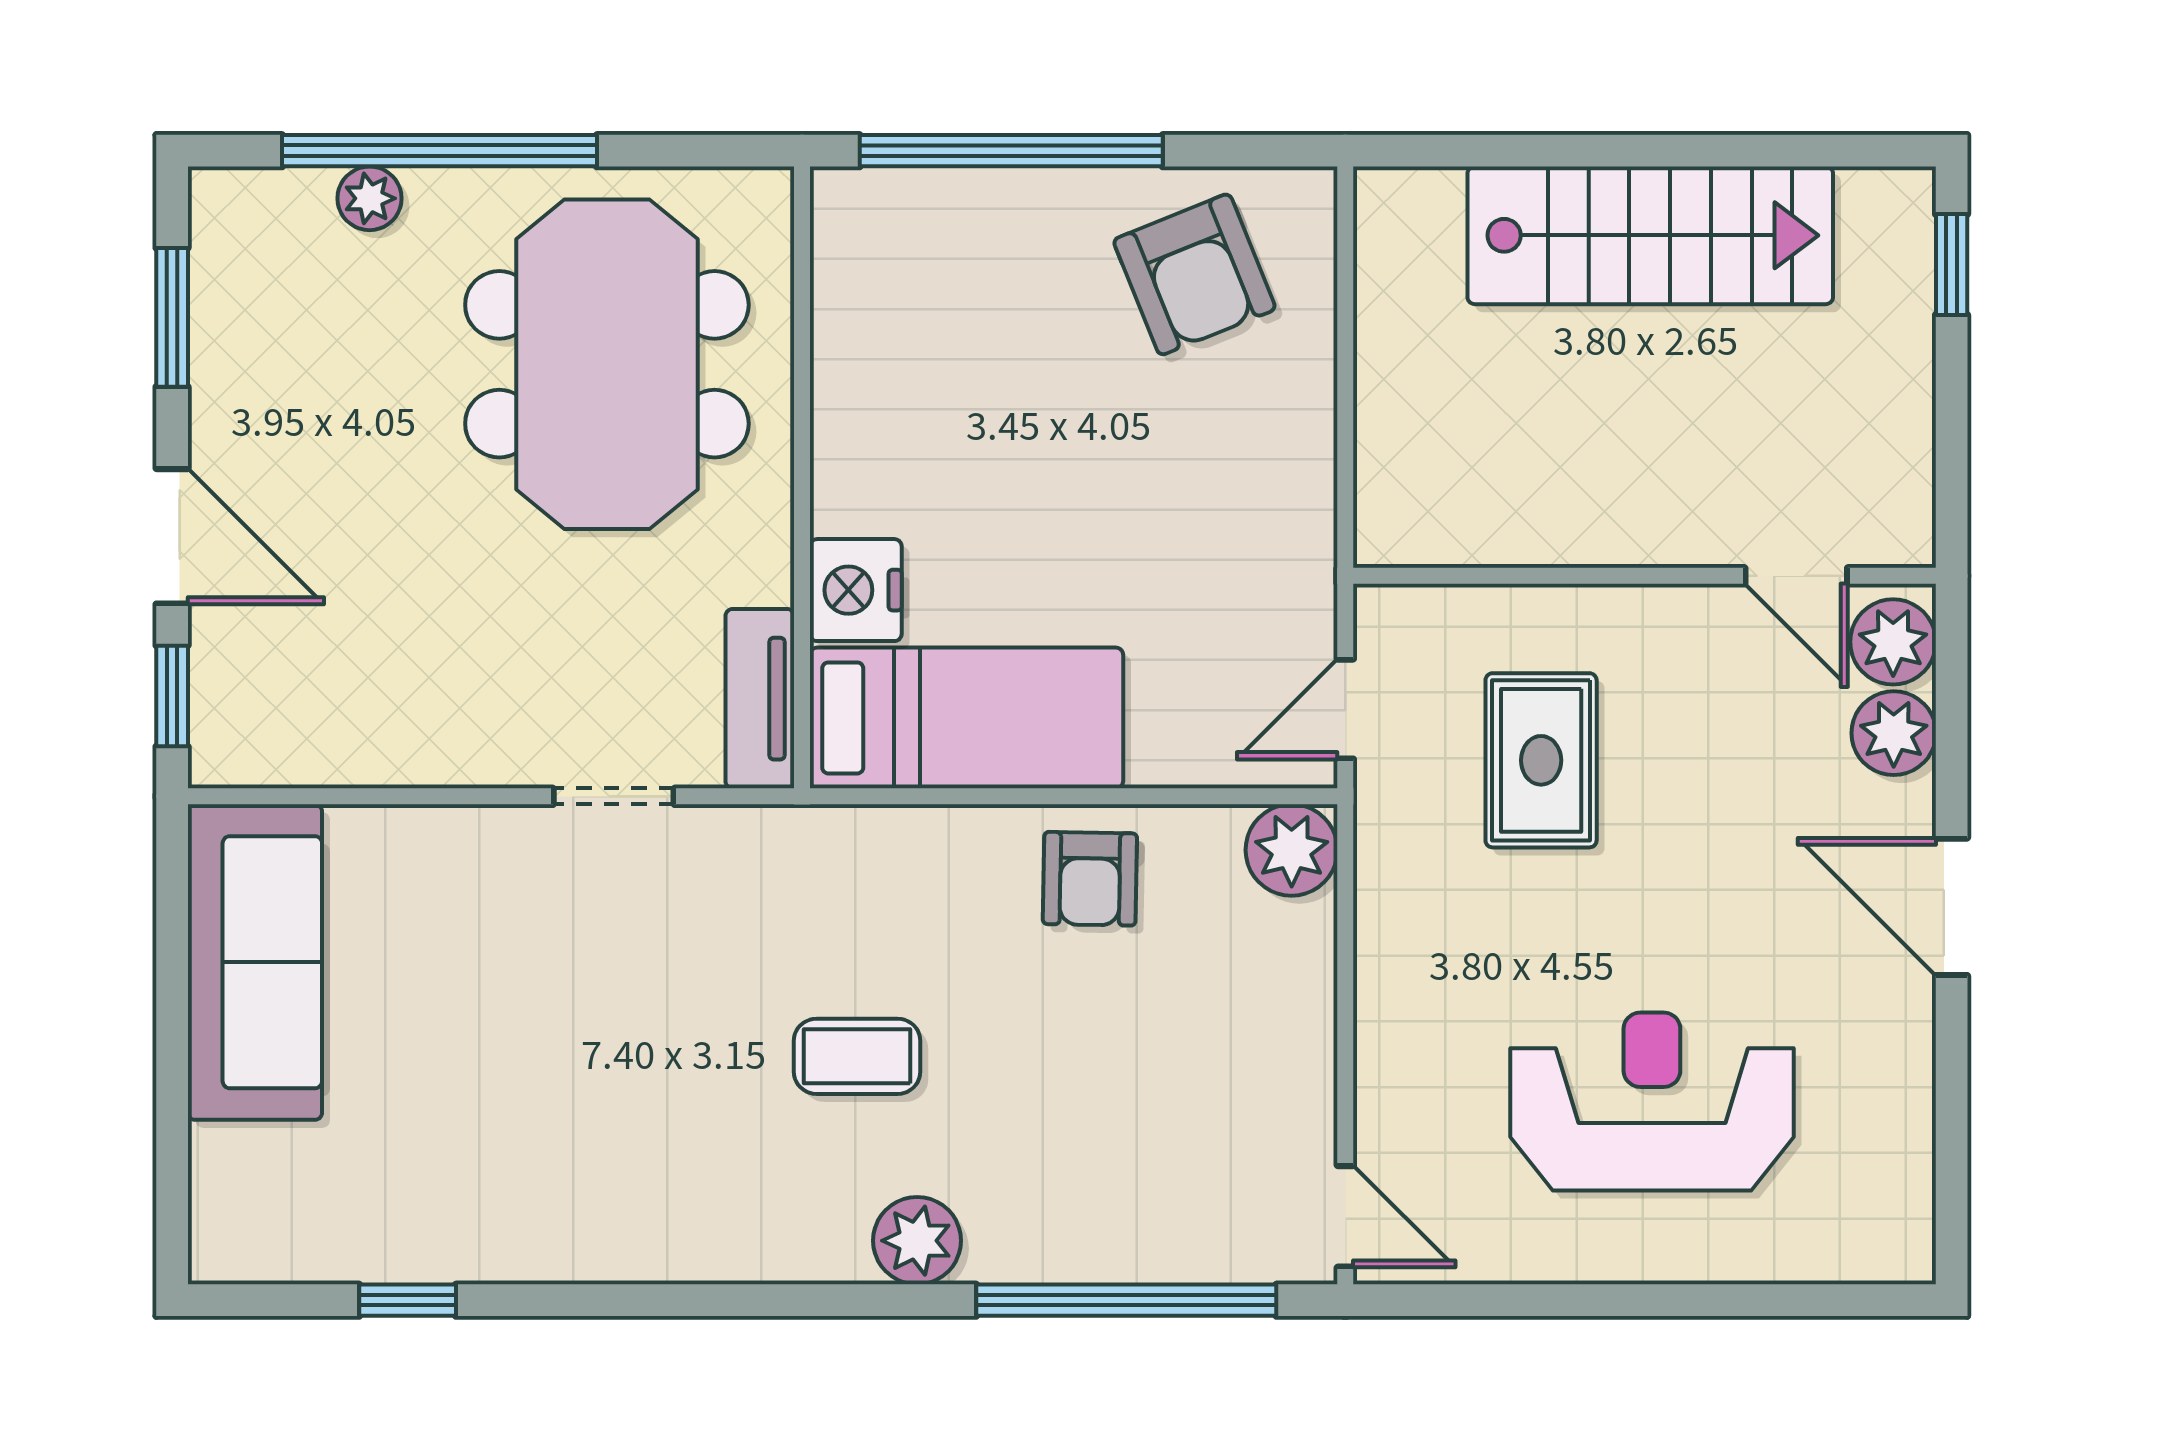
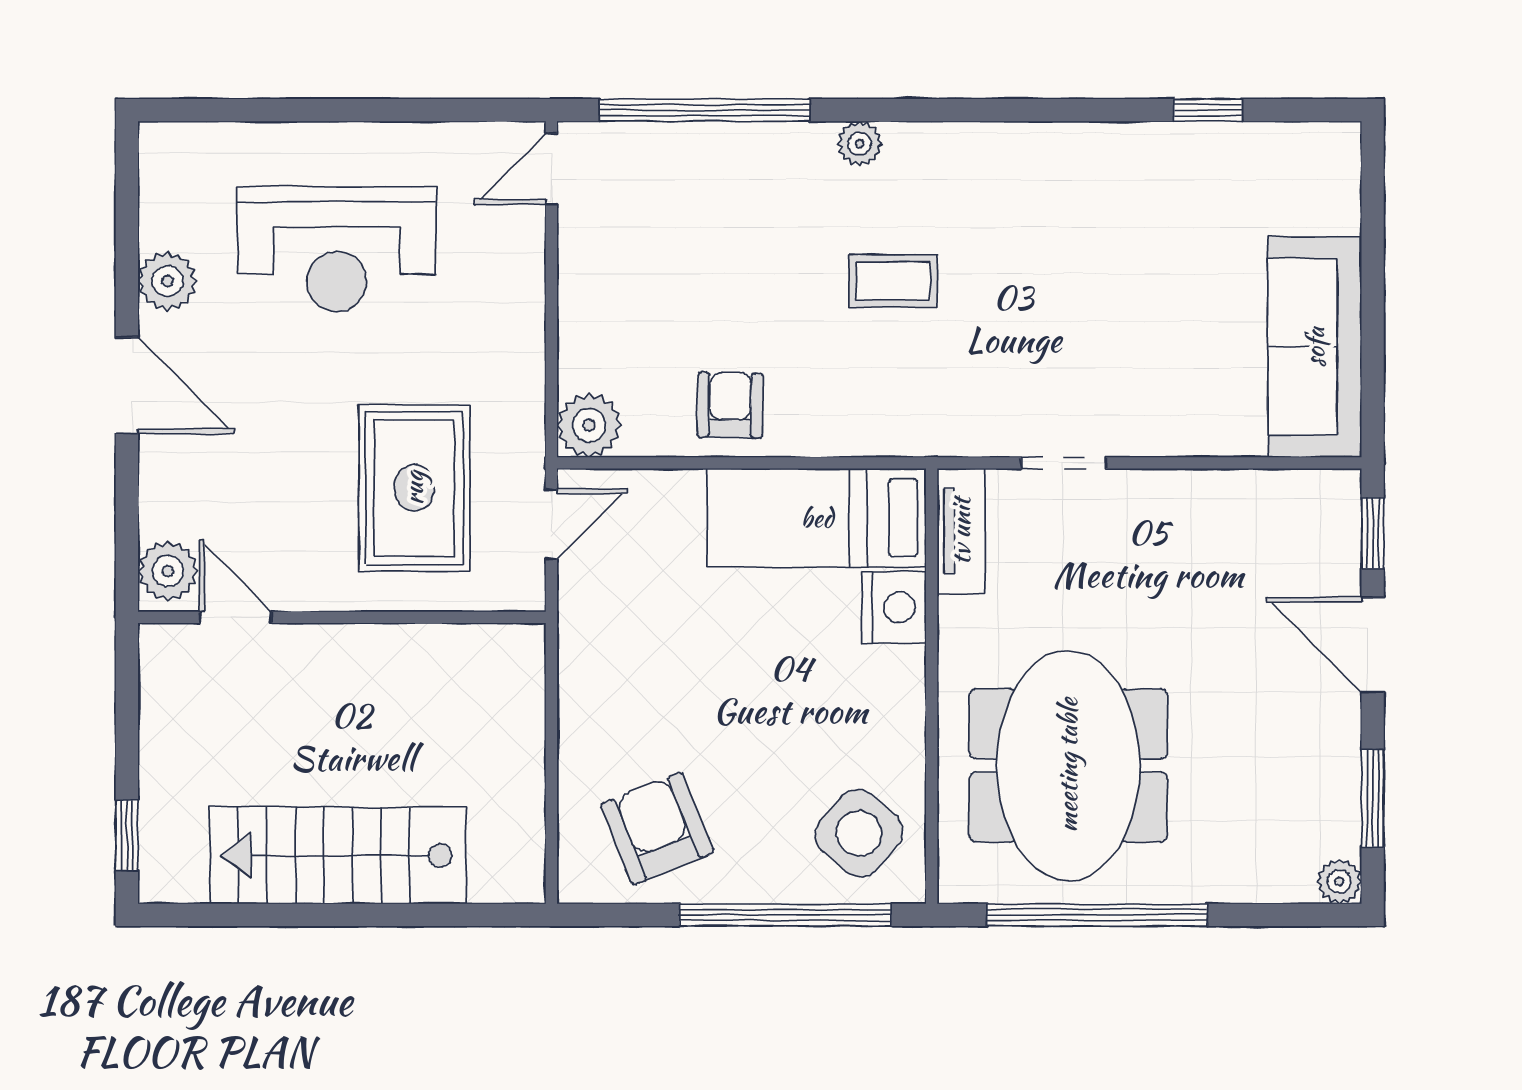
window: (439, 151) -> (1097, 915), moved
plant: (370, 198) -> (1339, 882), moved
side table: (906, 267) -> (859, 833), added
plant: (1894, 733) -> (167, 281), moved
rug: (1541, 760) -> (414, 488), width x1.36, depth x1.43
door: (1345, 1216) -> (551, 169), hinge flipped
plant: (917, 1241) -> (860, 143), width x0.73, depth x0.73

